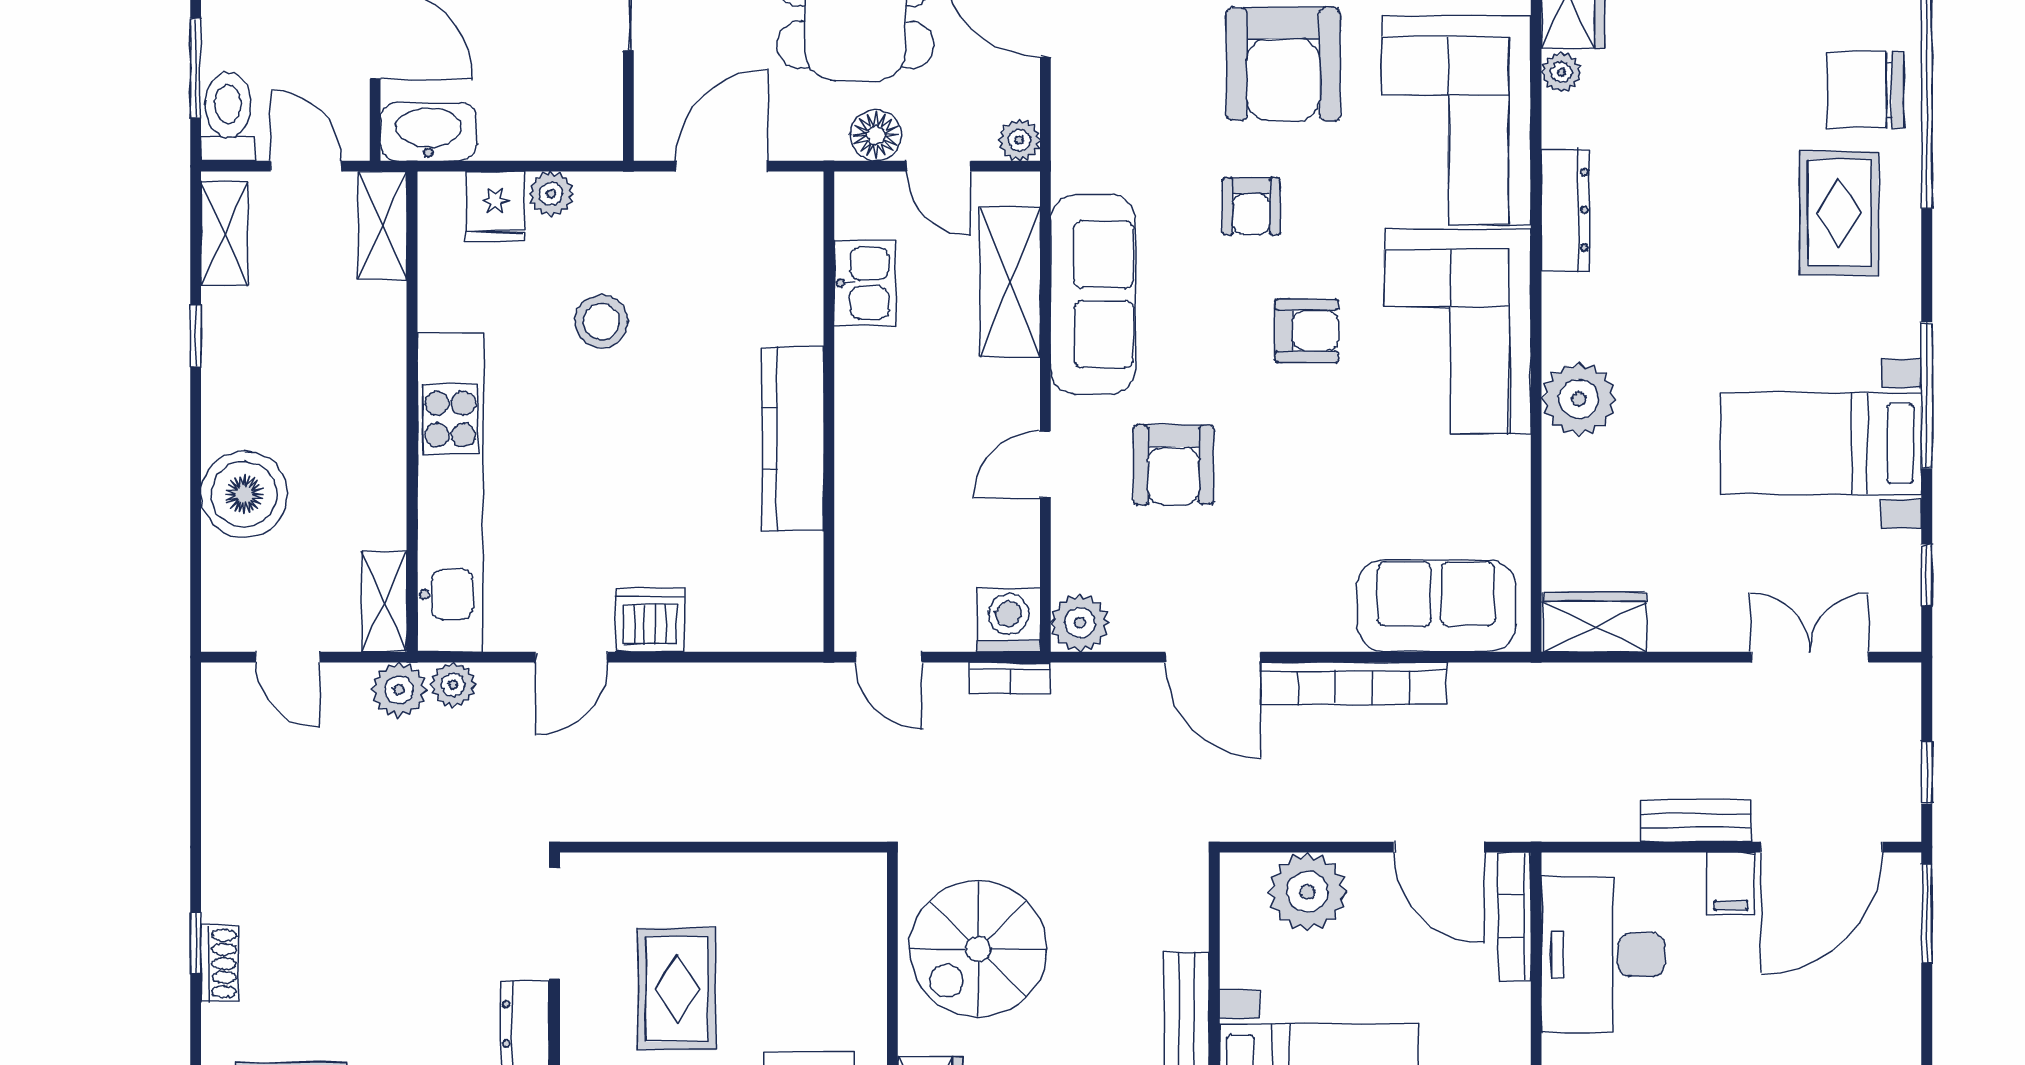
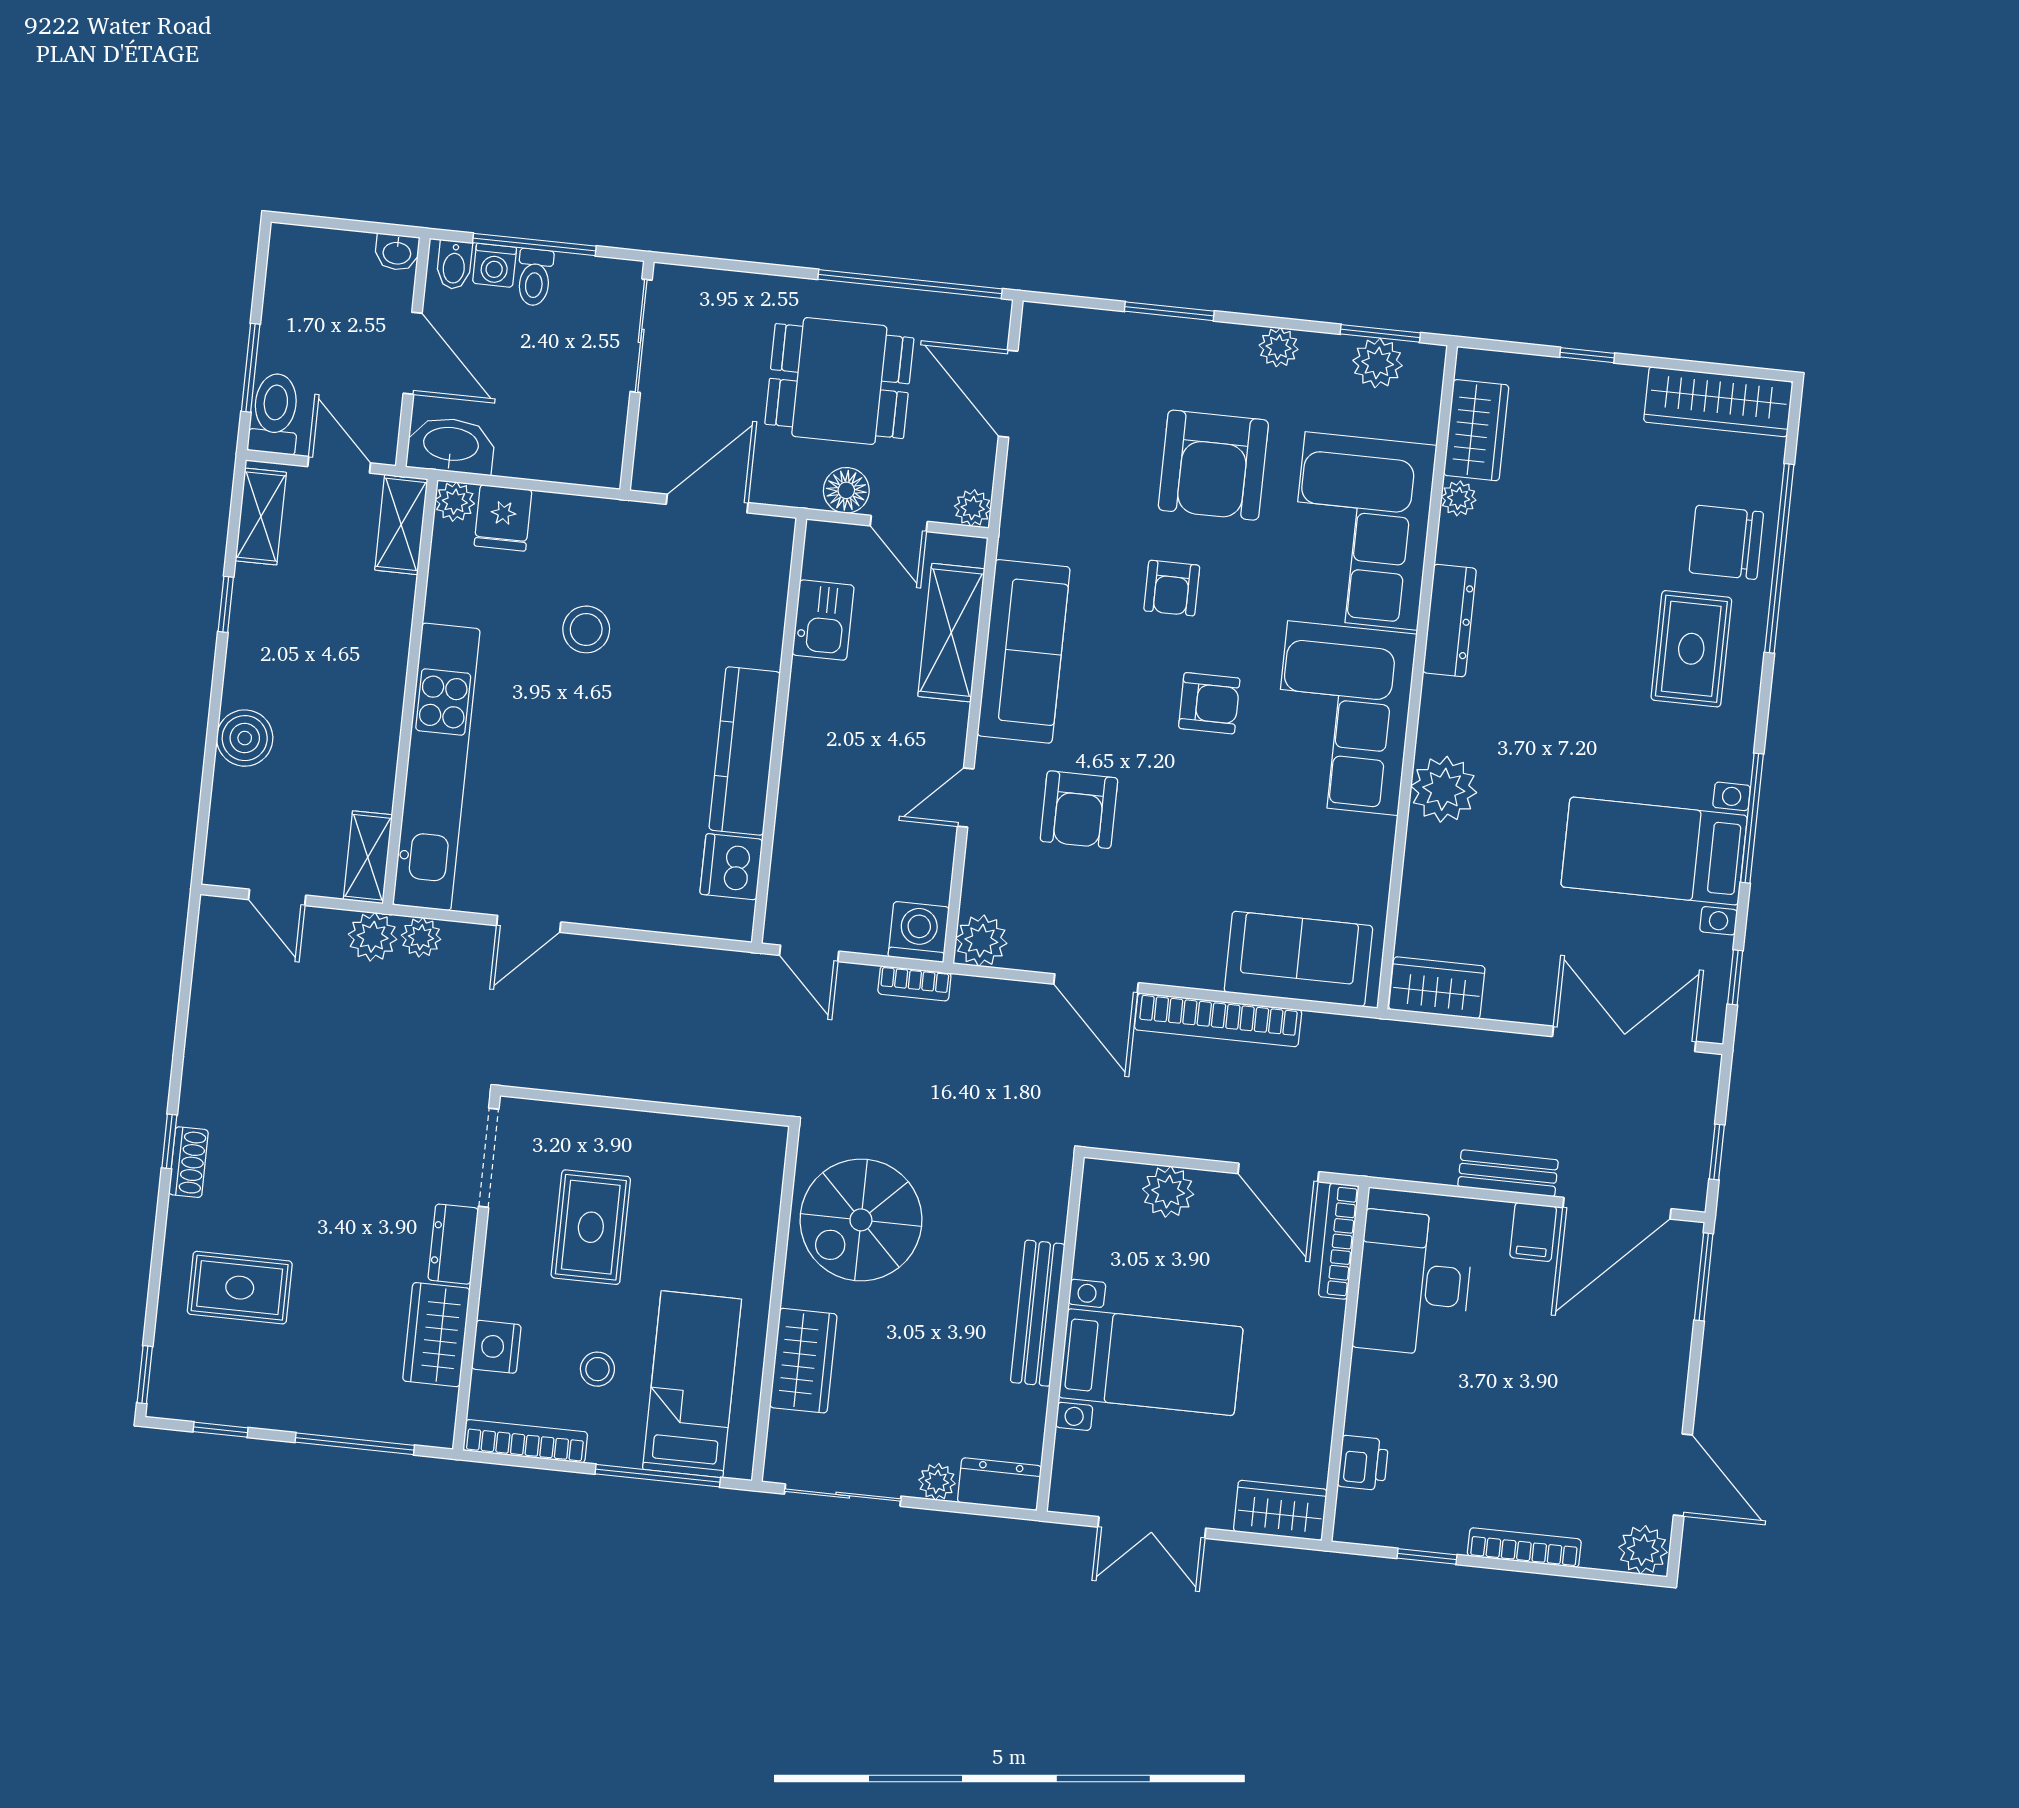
plant: (551, 194) -> (455, 502), moved
boiler: (244, 494) -> (245, 738), width x0.73, depth x0.73
dishwasher: (650, 620) -> (731, 867), moved, turned -90
double door: (1810, 657) -> (1624, 1039), width x1.37
plant: (1307, 892) -> (1168, 1192), width x0.73, depth x0.73

